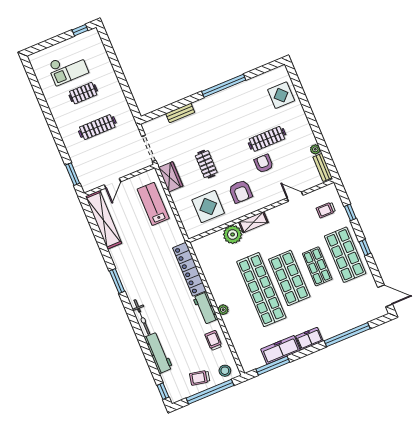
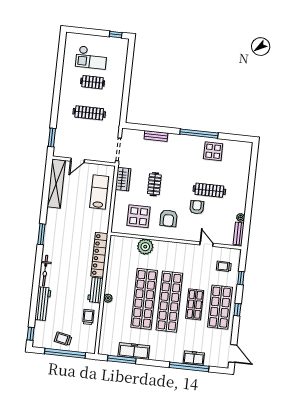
display table: (281, 95) -> (213, 151), moved
shelving: (253, 222) -> (166, 246), removed
shop shelf: (289, 278) -> (169, 302), width x1.40
freezer: (309, 339) -> (194, 358), moved
stool: (225, 371) -> (84, 344), removed

